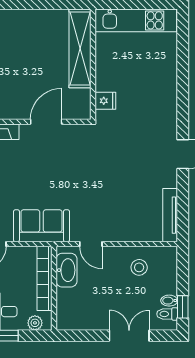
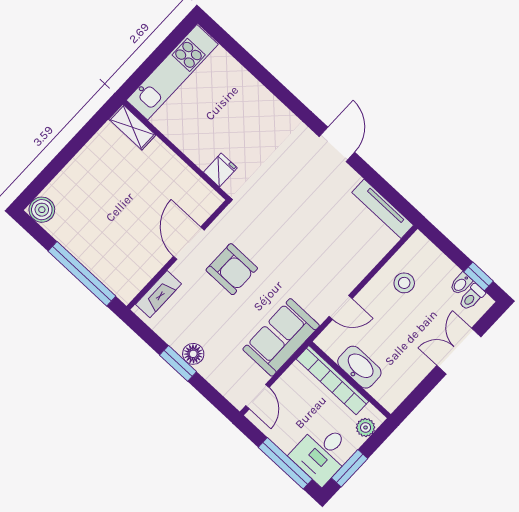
shelving: (80, 48) -> (132, 127), width x0.45, depth x0.75
armchair: (54, 161) -> (232, 269), added
washbasin: (66, 270) -> (359, 367), moved

